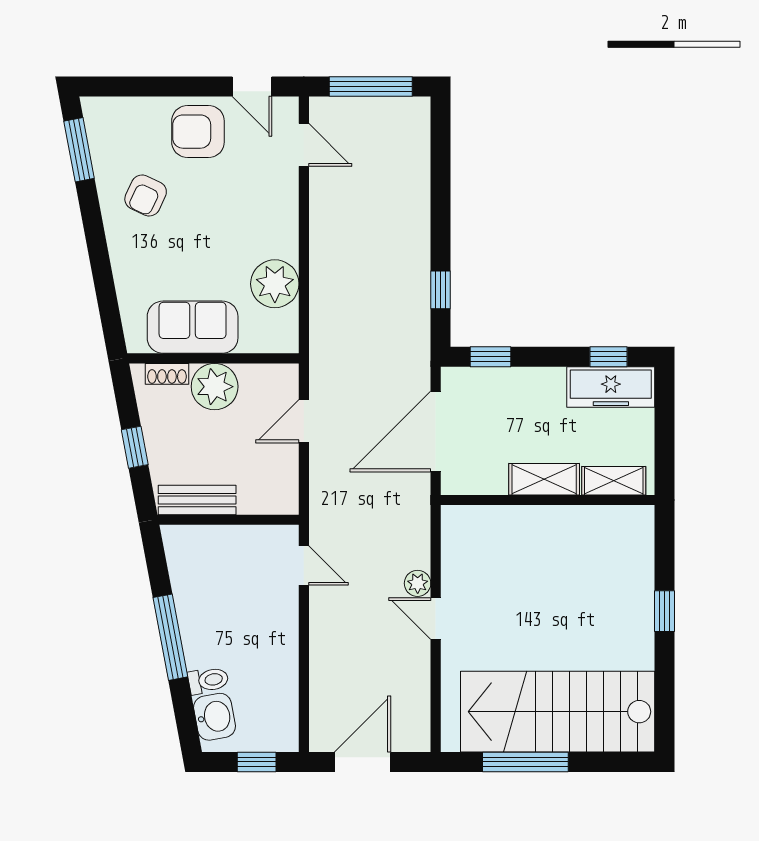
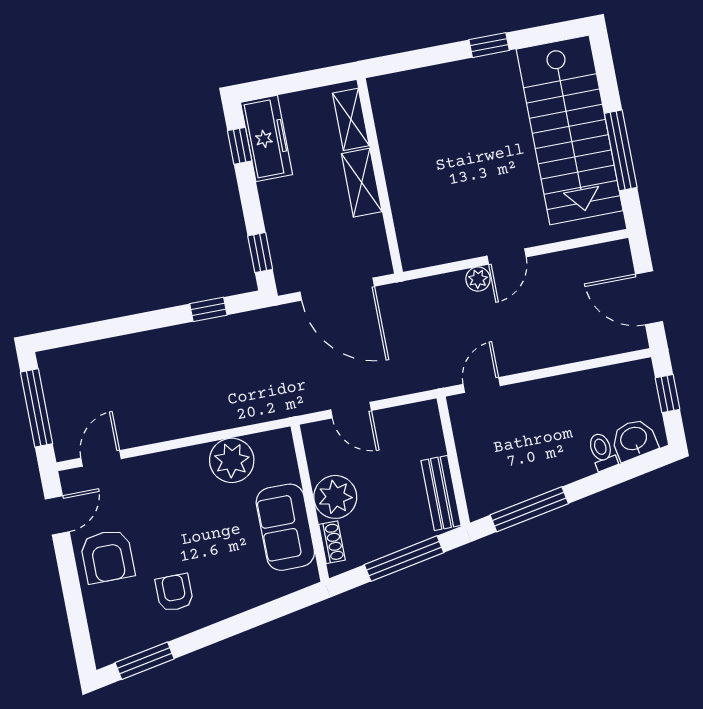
armchair: (146, 195) -> (174, 593), turned -115
window: (135, 447) -> (404, 559), width x2.17
window: (665, 611) -> (489, 45), moved
window: (170, 637) -> (529, 509), moved

